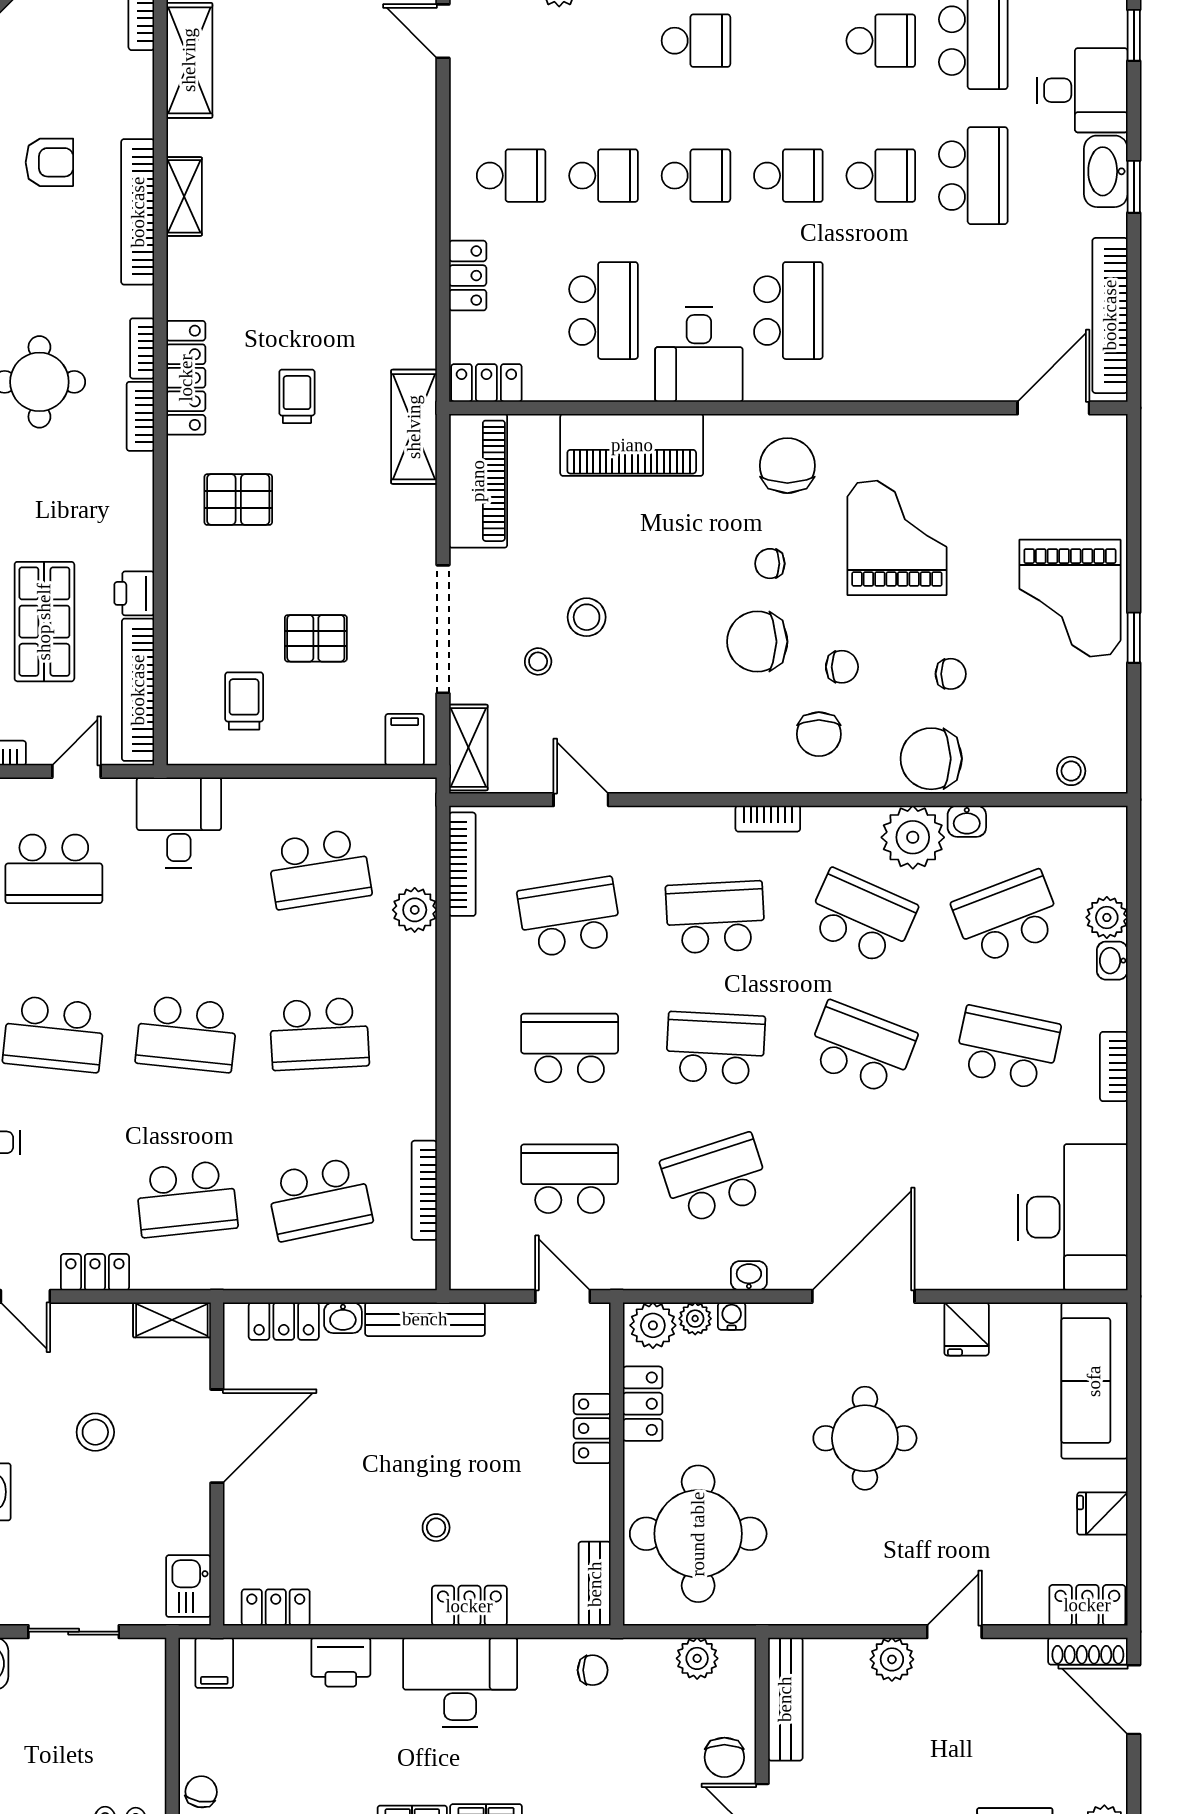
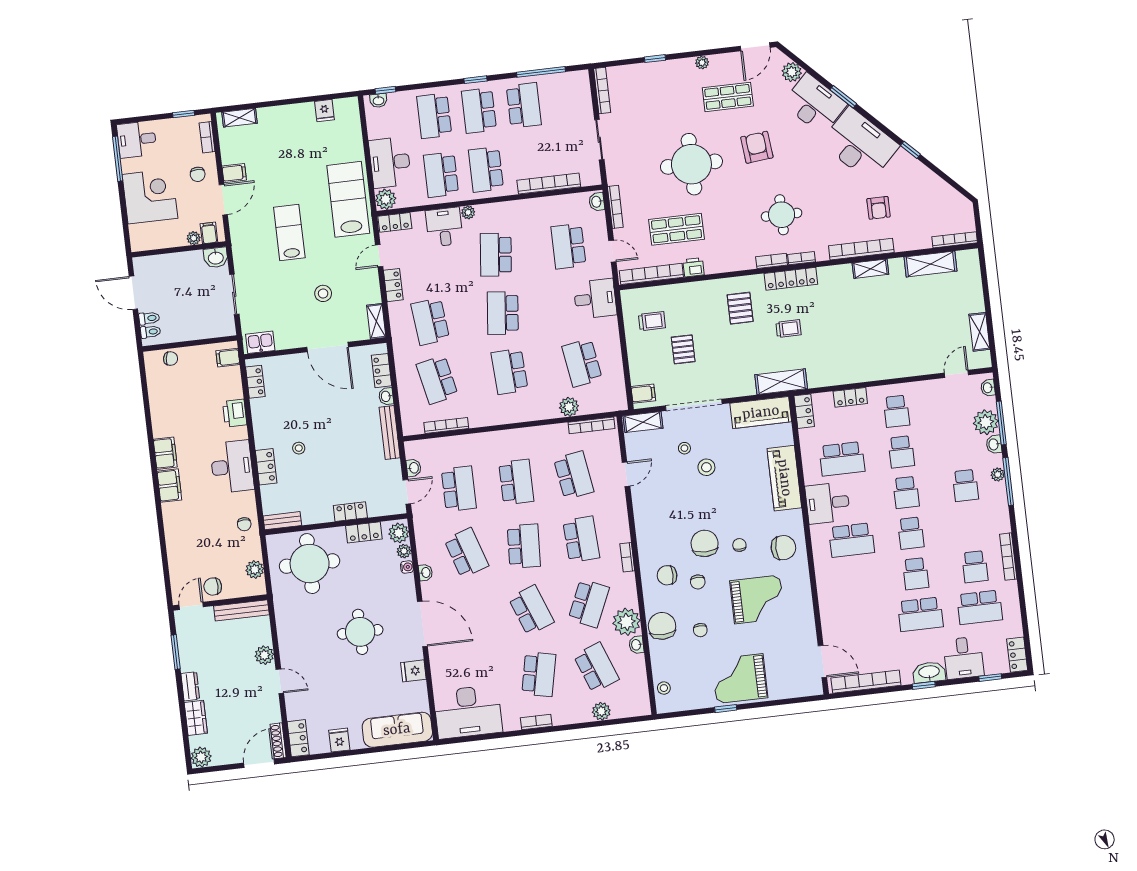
washbasin: (1112, 961) -> (414, 468), moved, turned 90
school desk: (861, 1048) -> (531, 610), turned -42

